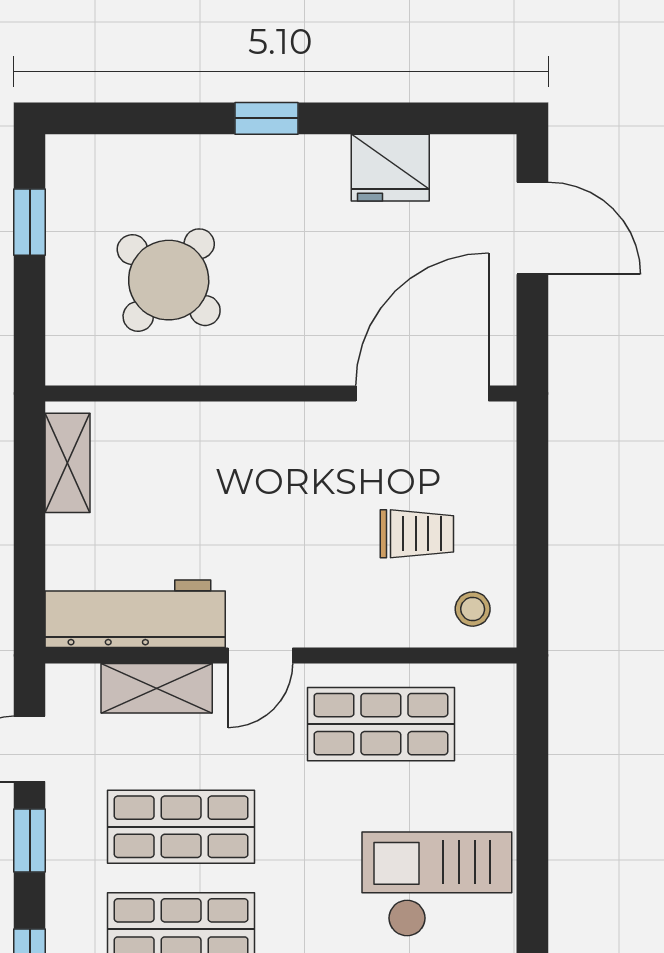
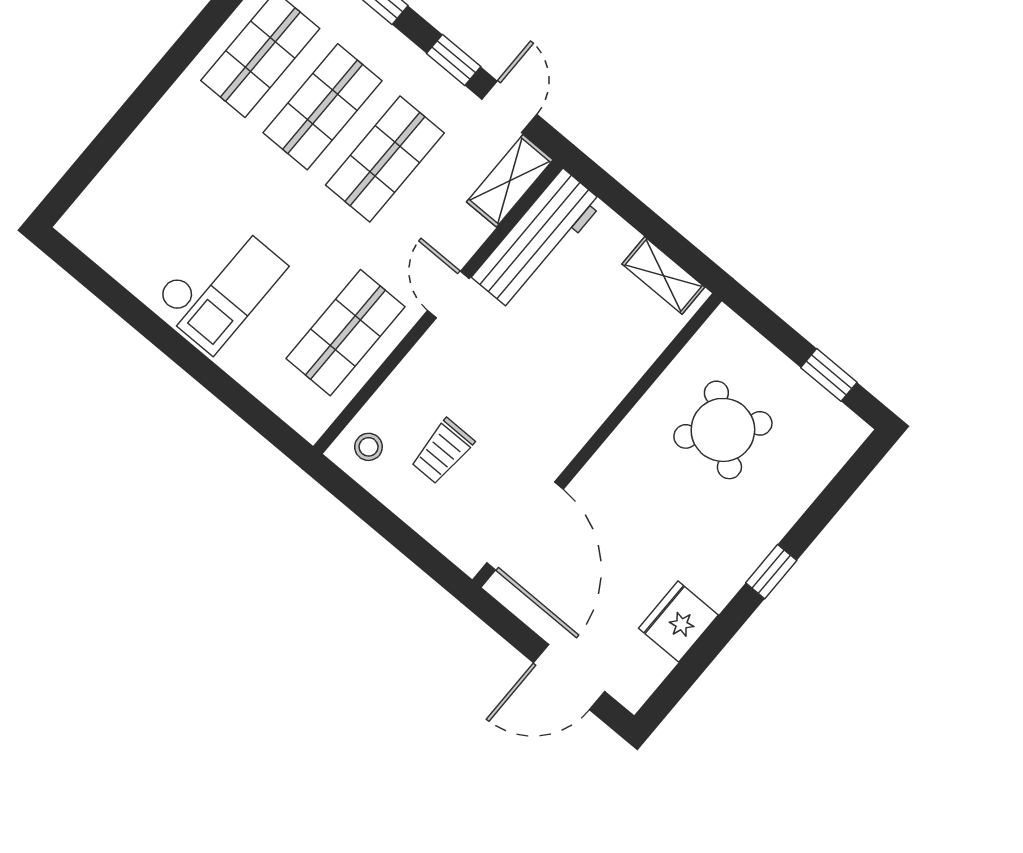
shelving: (157, 688) -> (510, 181), moved

